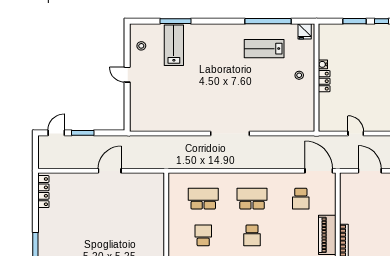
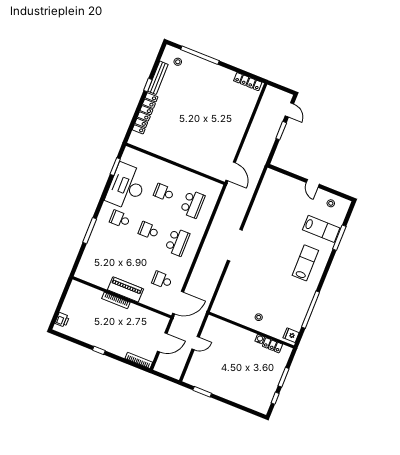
lab bench: (264, 49) -> (305, 263), moved
door: (127, 75) -> (313, 183), swing flipped
locker: (324, 81) -> (272, 345), moved
door: (110, 171) -> (231, 171), moved
school desk: (203, 235) -> (164, 192), turned 180

